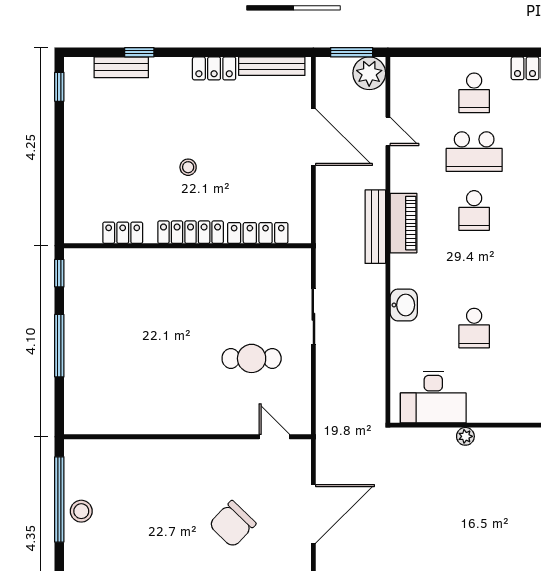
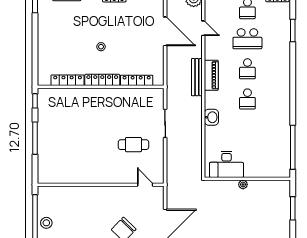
locker: (123, 233) -> (68, 80), width x1.53
school desk: (474, 328) -> (247, 99), moved

